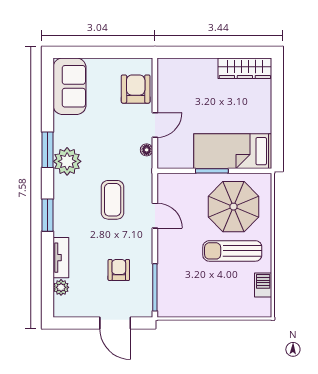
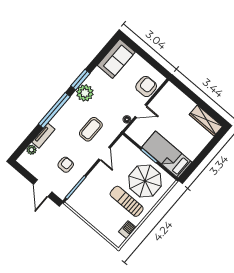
window: (48, 215) -> (54, 110), width x2.11

